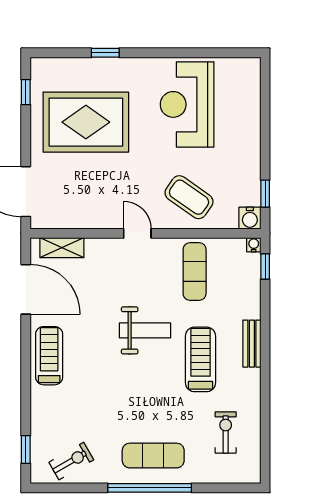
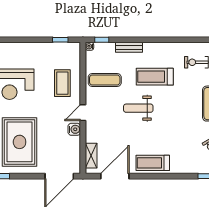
coffee table: (189, 197) -> (62, 83), turned -35
water cooler: (250, 218) -> (74, 129), moved
weight bench: (145, 330) -> (138, 108), turned -90
bench: (252, 344) -> (129, 47), moved

